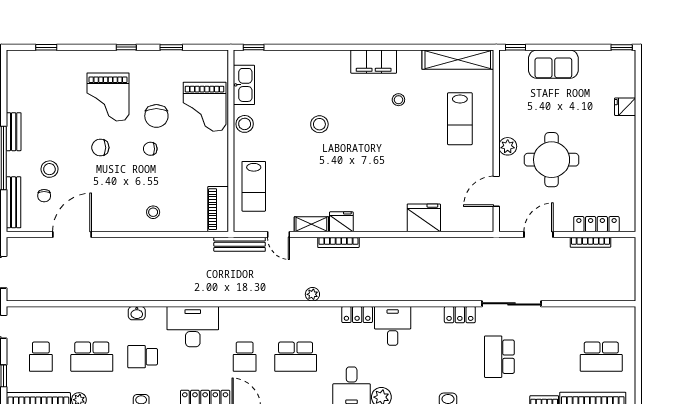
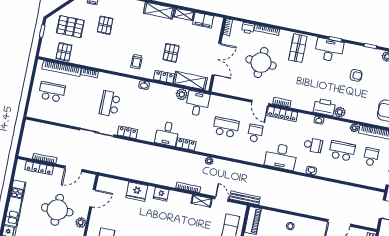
kitchen unit: (625, 156) -> (15, 203), added
fridge: (341, 222) -> (161, 194), moved
school desk: (499, 357) -> (110, 104), turned 180

